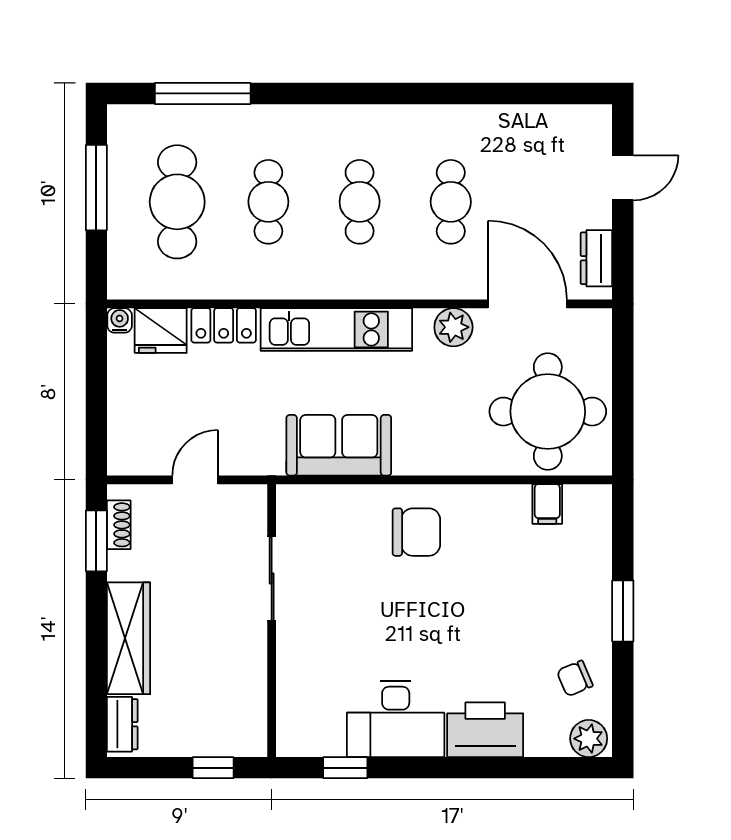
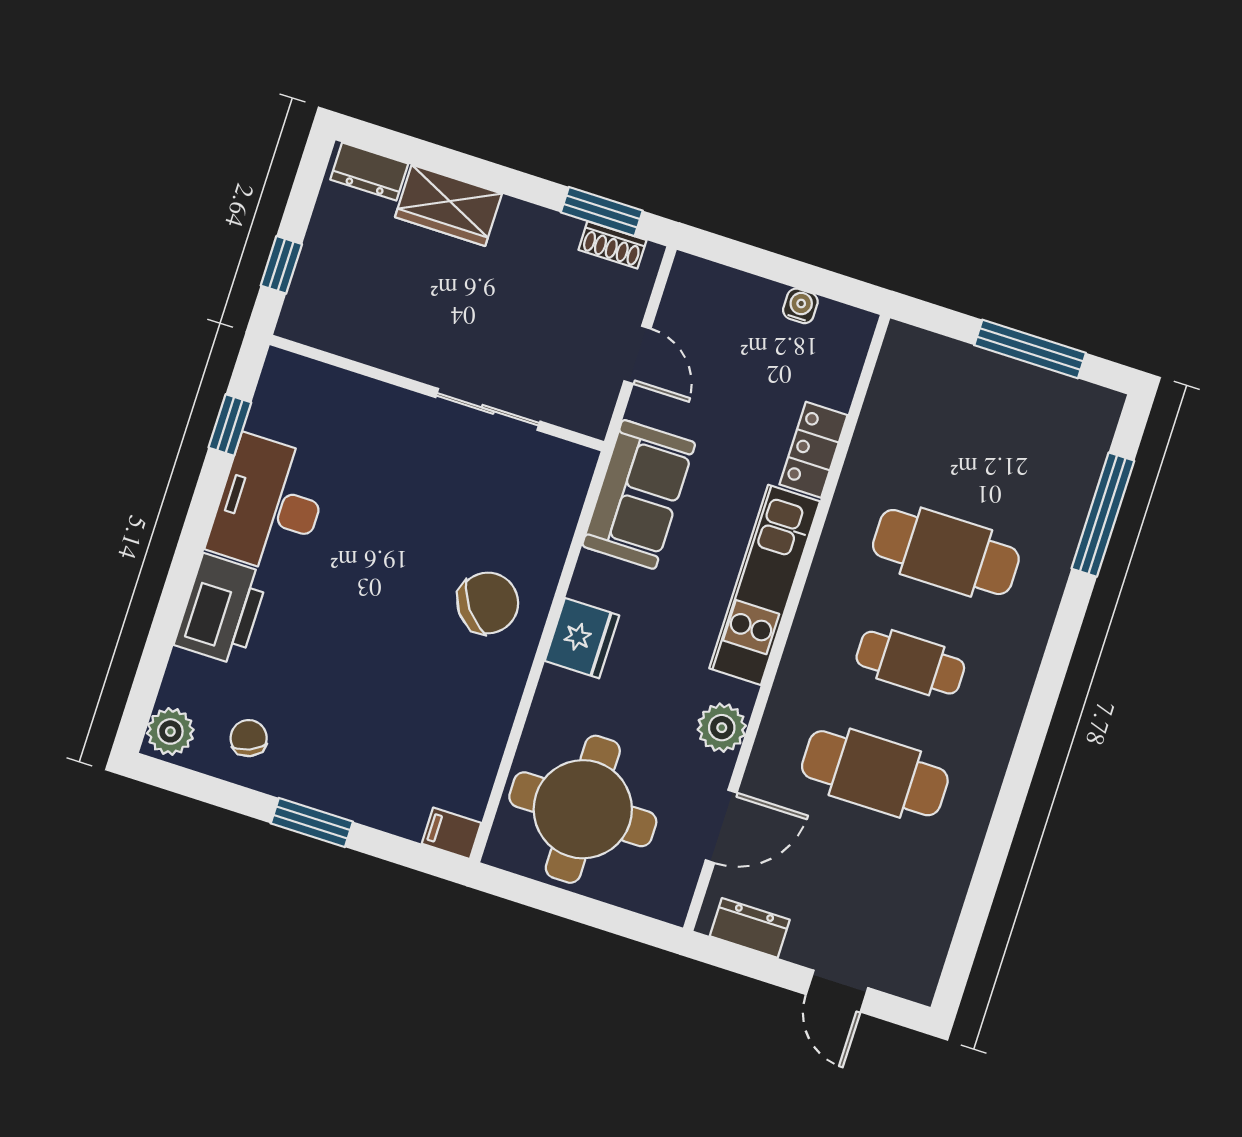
cafe table: (177, 202) -> (981, 441), removed
cafe table: (268, 202) -> (946, 552), width x1.37, depth x1.35
cafe table: (451, 202) -> (875, 773), width x1.37, depth x1.35
door: (527, 304) -> (721, 826), width x0.73
water cooler: (120, 320) -> (800, 306), moved, turned -90
fridge: (161, 331) -> (582, 638), moved, turned 180
sofa: (339, 445) -> (639, 494), moved
filing cabinet: (547, 504) -> (452, 833), moved
chair: (416, 532) -> (488, 603), turned -127
wardrobe: (129, 638) -> (448, 205), width x0.67

